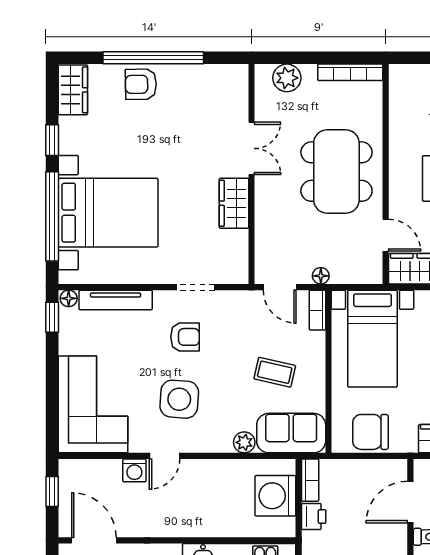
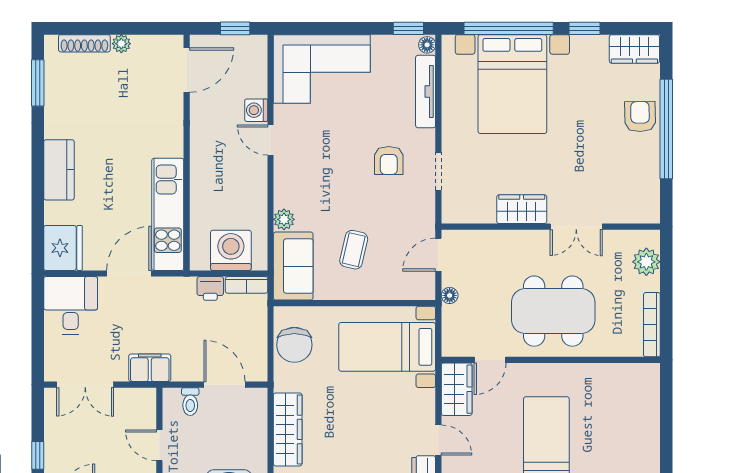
bookcase: (317, 310) -> (416, 292), removed
side table: (179, 399) -> (327, 155), removed
chair: (370, 432) -> (294, 345), turned 180

